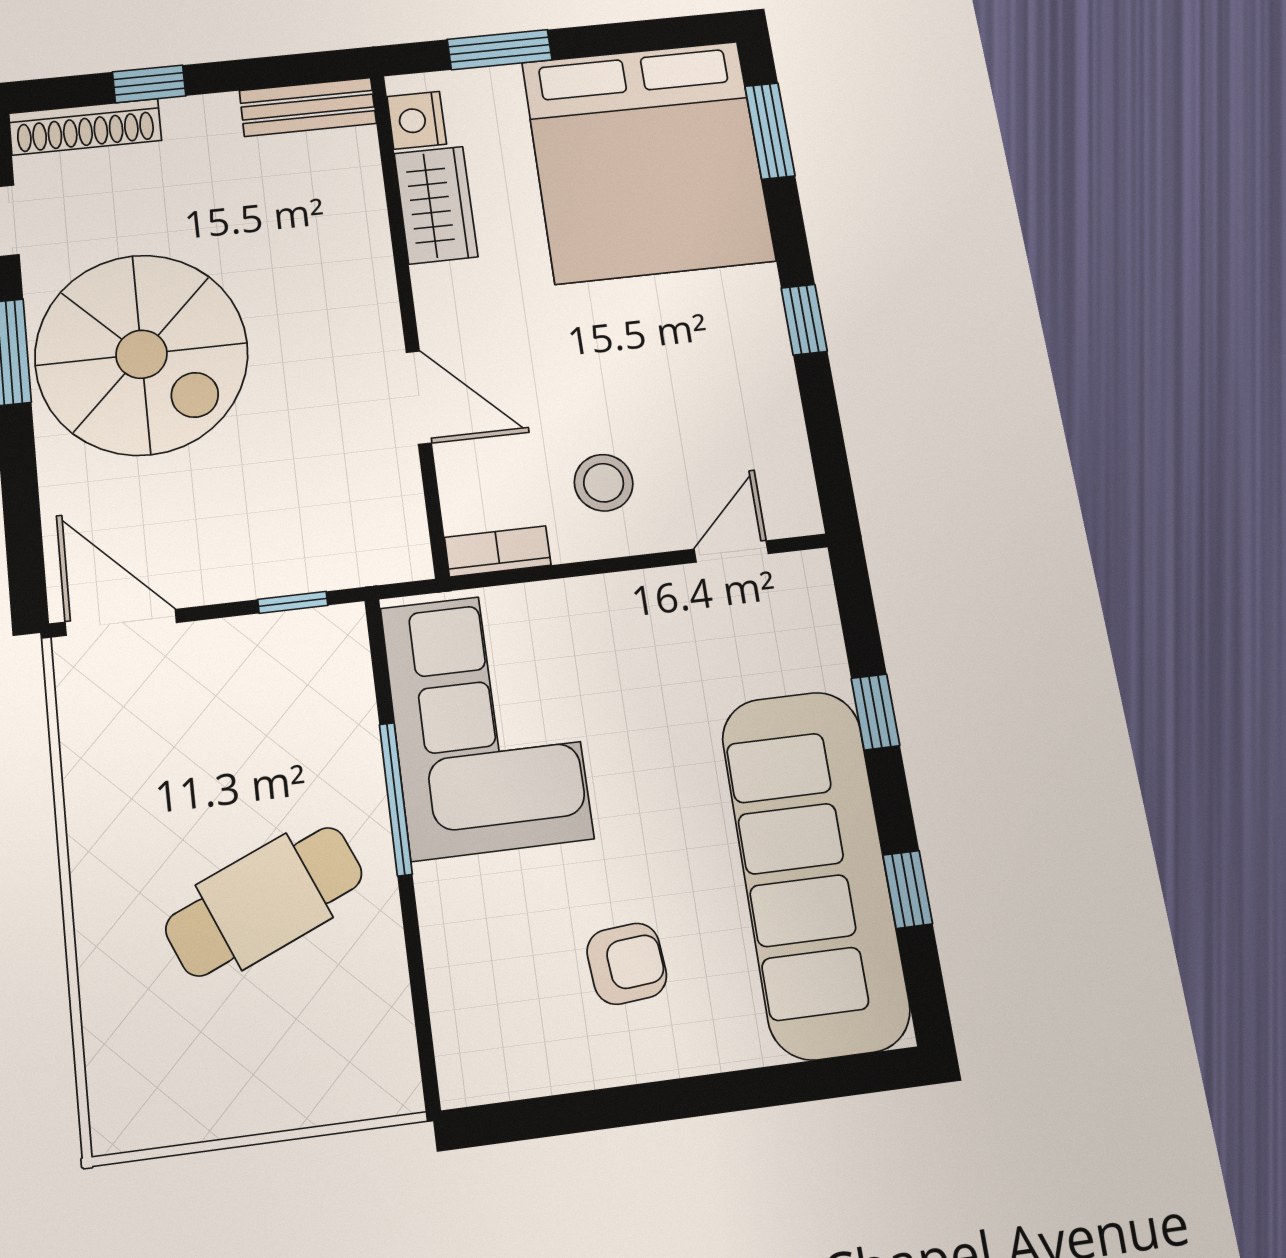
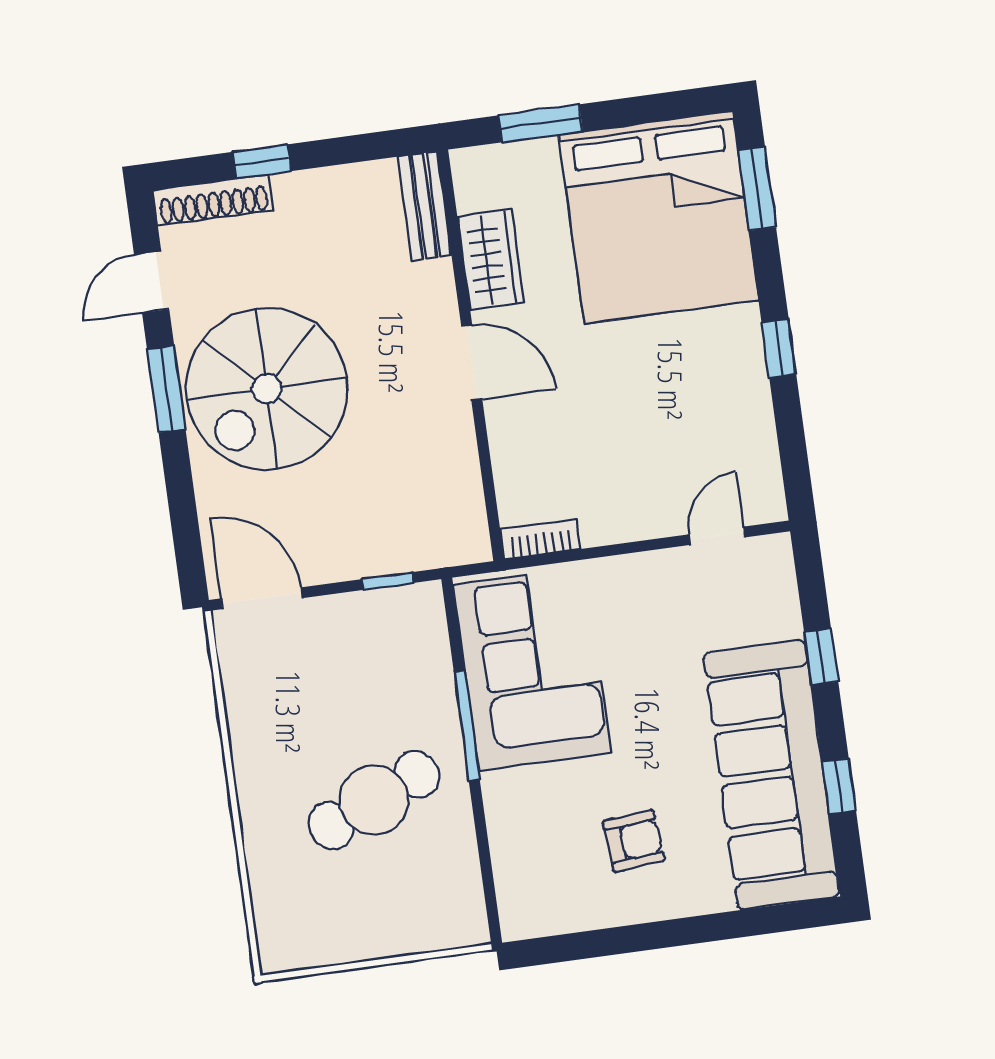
bench: (308, 107) -> (425, 206), moved, turned 90
nightstand: (417, 120) -> (475, 187), removed
spiral stairs: (142, 354) -> (267, 389), turned 90
door: (419, 398) -> (472, 363), moved
stool: (604, 483) -> (621, 484), removed

